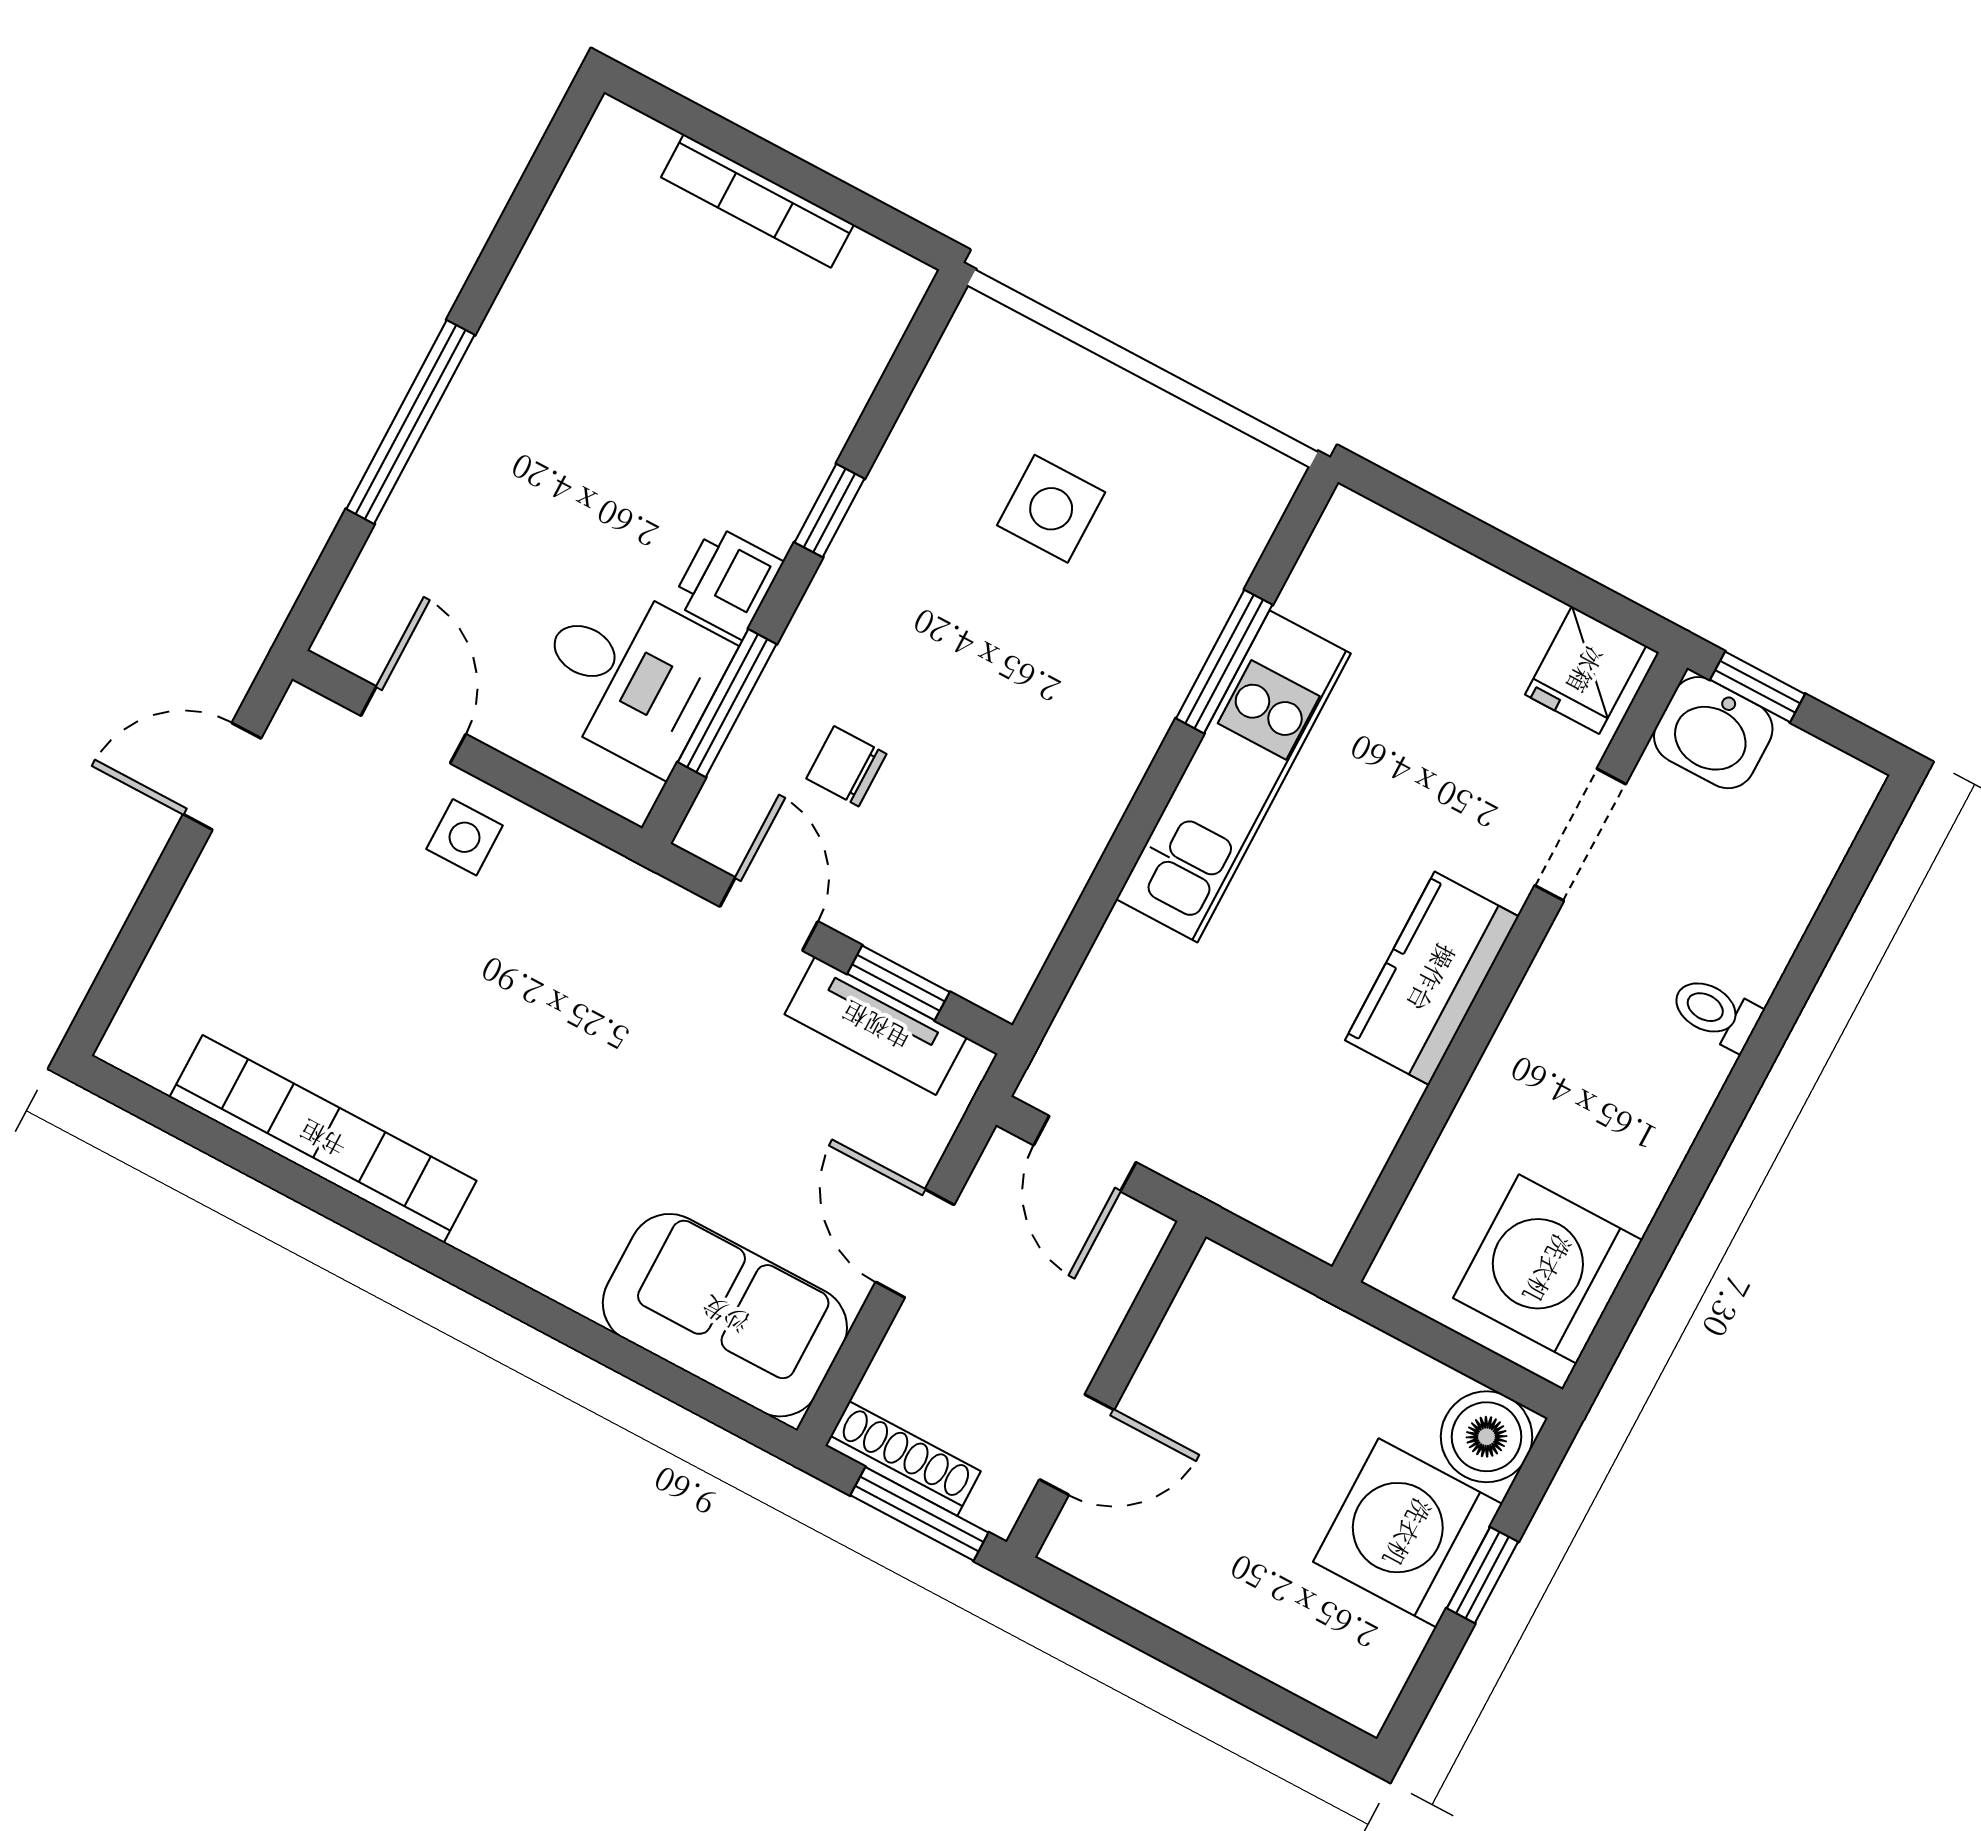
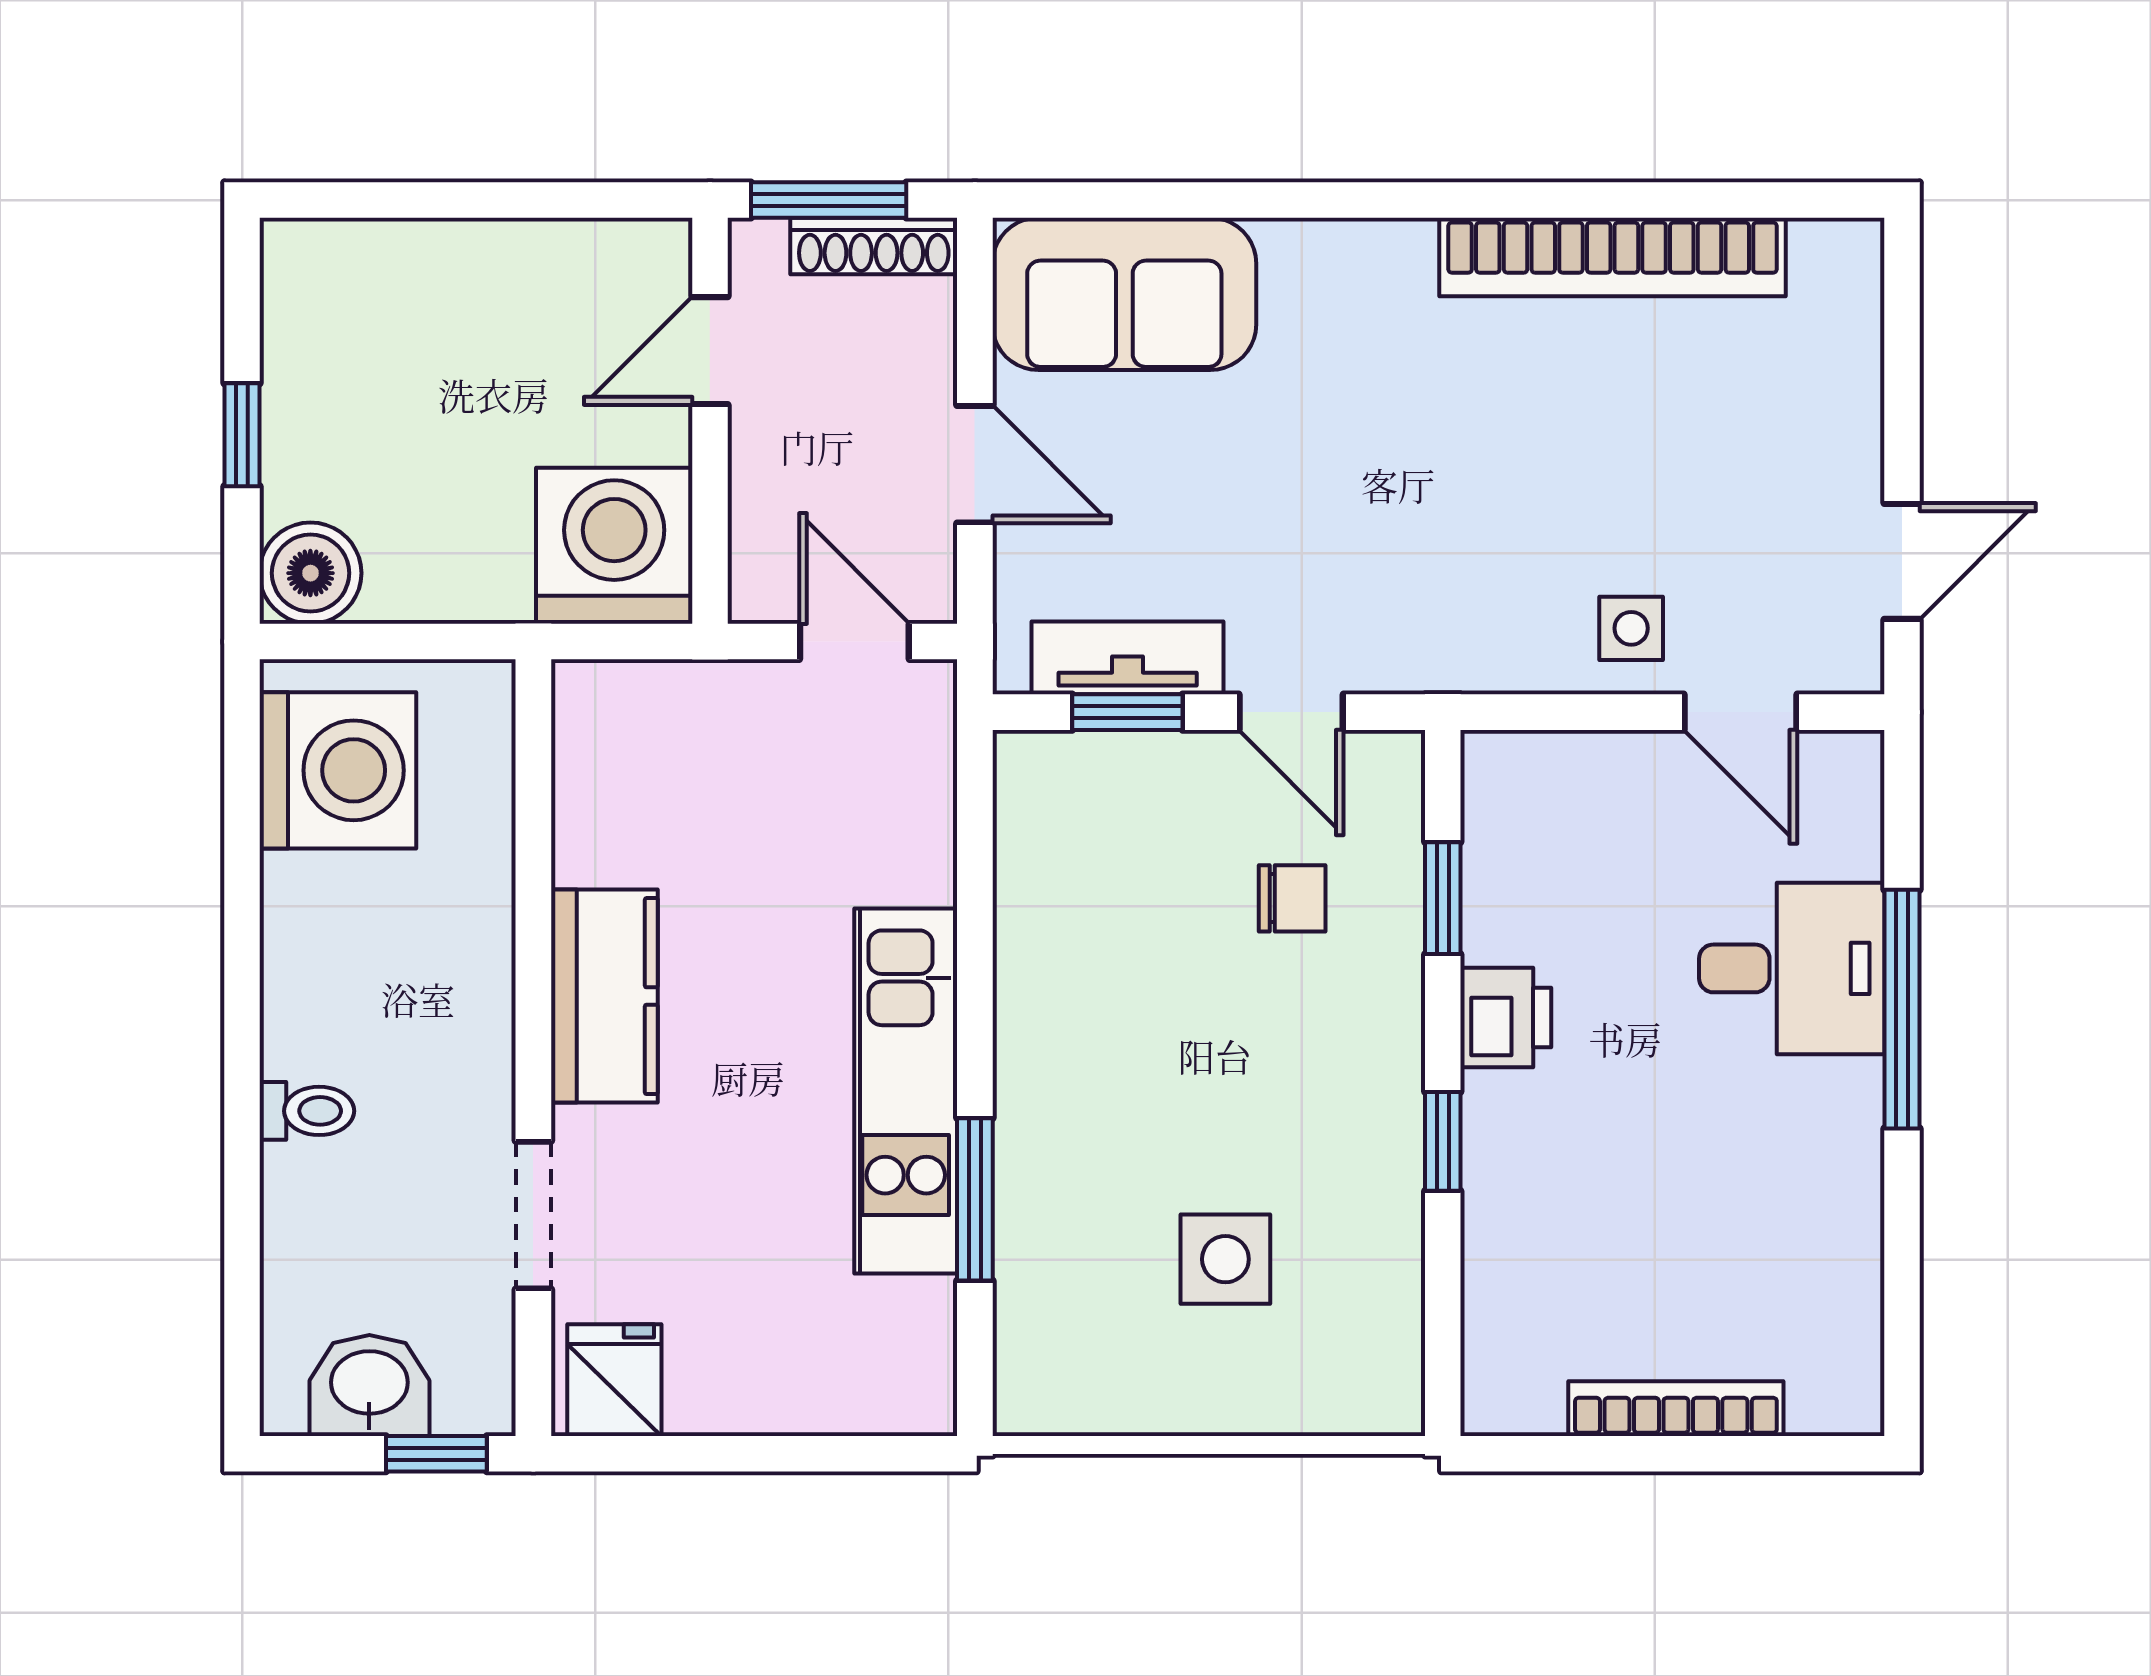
desk: (630, 675) -> (1792, 968), moved, turned 180
window: (727, 703) -> (1443, 898), width x0.67
washbasin: (1713, 733) -> (369, 1385), moved
washing machine: (1408, 1533) -> (614, 546), moved, turned -90

